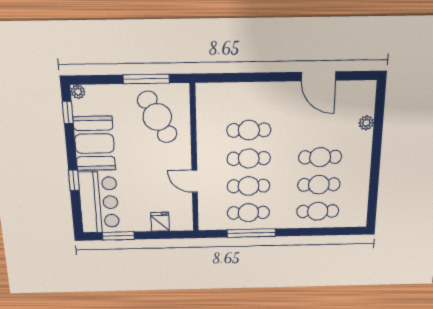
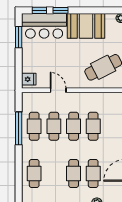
window: (68, 112) -> (39, 10), moved
door: (195, 181) -> (58, 90), hinge flipped
cafe table: (319, 185) -> (93, 174), moved
fridge: (160, 222) -> (29, 79), moved

